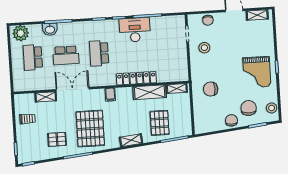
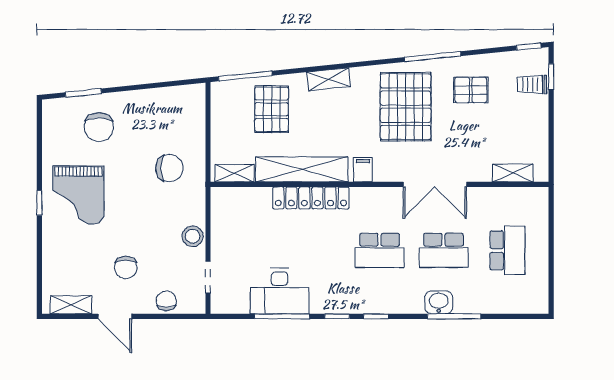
washbasin: (50, 29) -> (439, 302), moved
desk: (135, 30) -> (280, 291), moved
plant: (21, 33) -> (528, 299), removed
stool: (204, 48) -> (193, 236), moved
school desk: (99, 53) -> (380, 250), turned 90
school desk: (66, 55) -> (444, 250), turned 180
grand piano: (257, 72) -> (78, 195), turned 180
shelving: (150, 92) -> (302, 169), width x1.47
shelving: (46, 97) -> (513, 173), moved
stool: (272, 108) -> (55, 124), removed
trolley: (27, 119) -> (532, 84), moved
chair: (231, 120) -> (126, 268), moved

